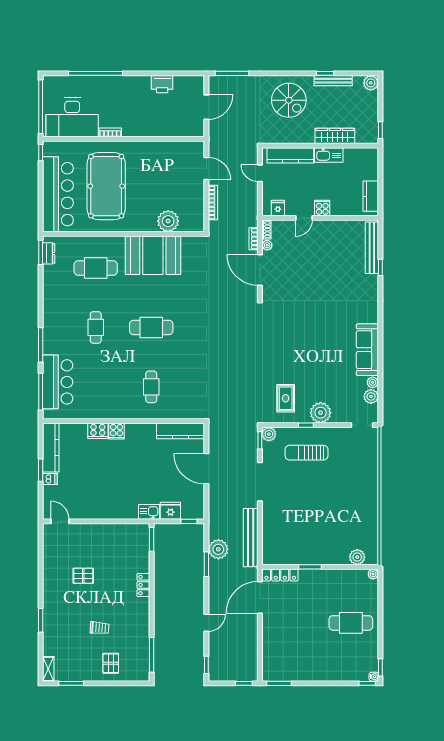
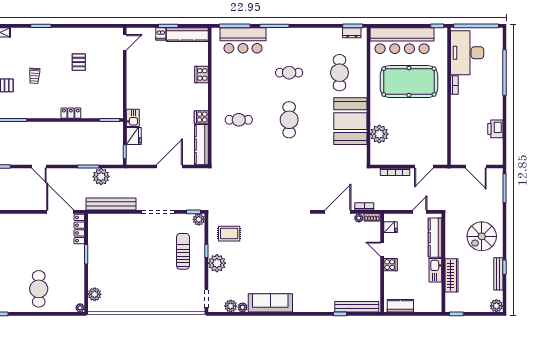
cooker: (117, 431) -> (201, 117), moved

